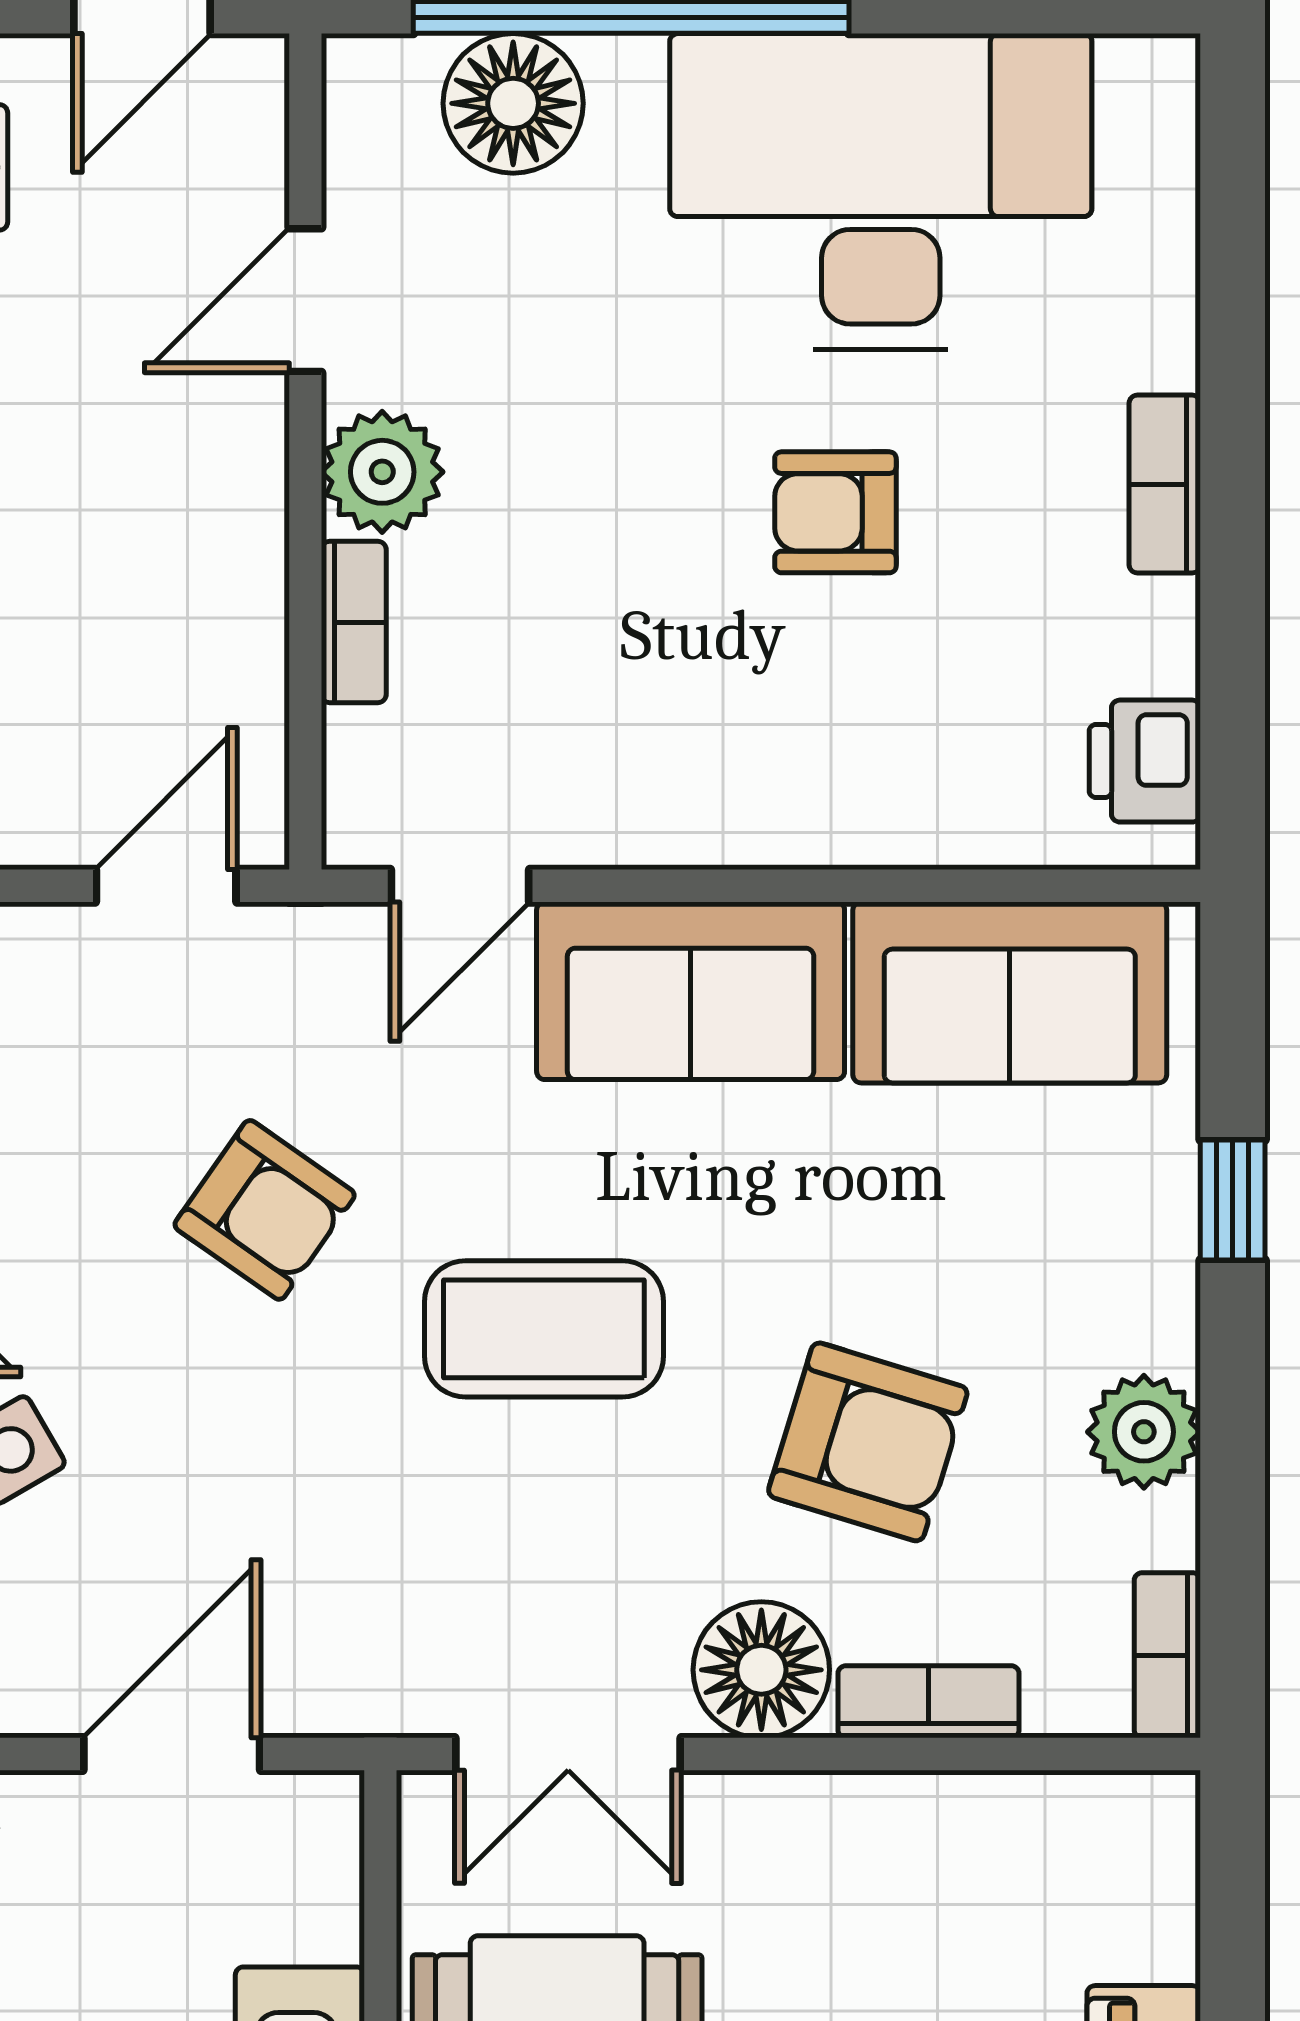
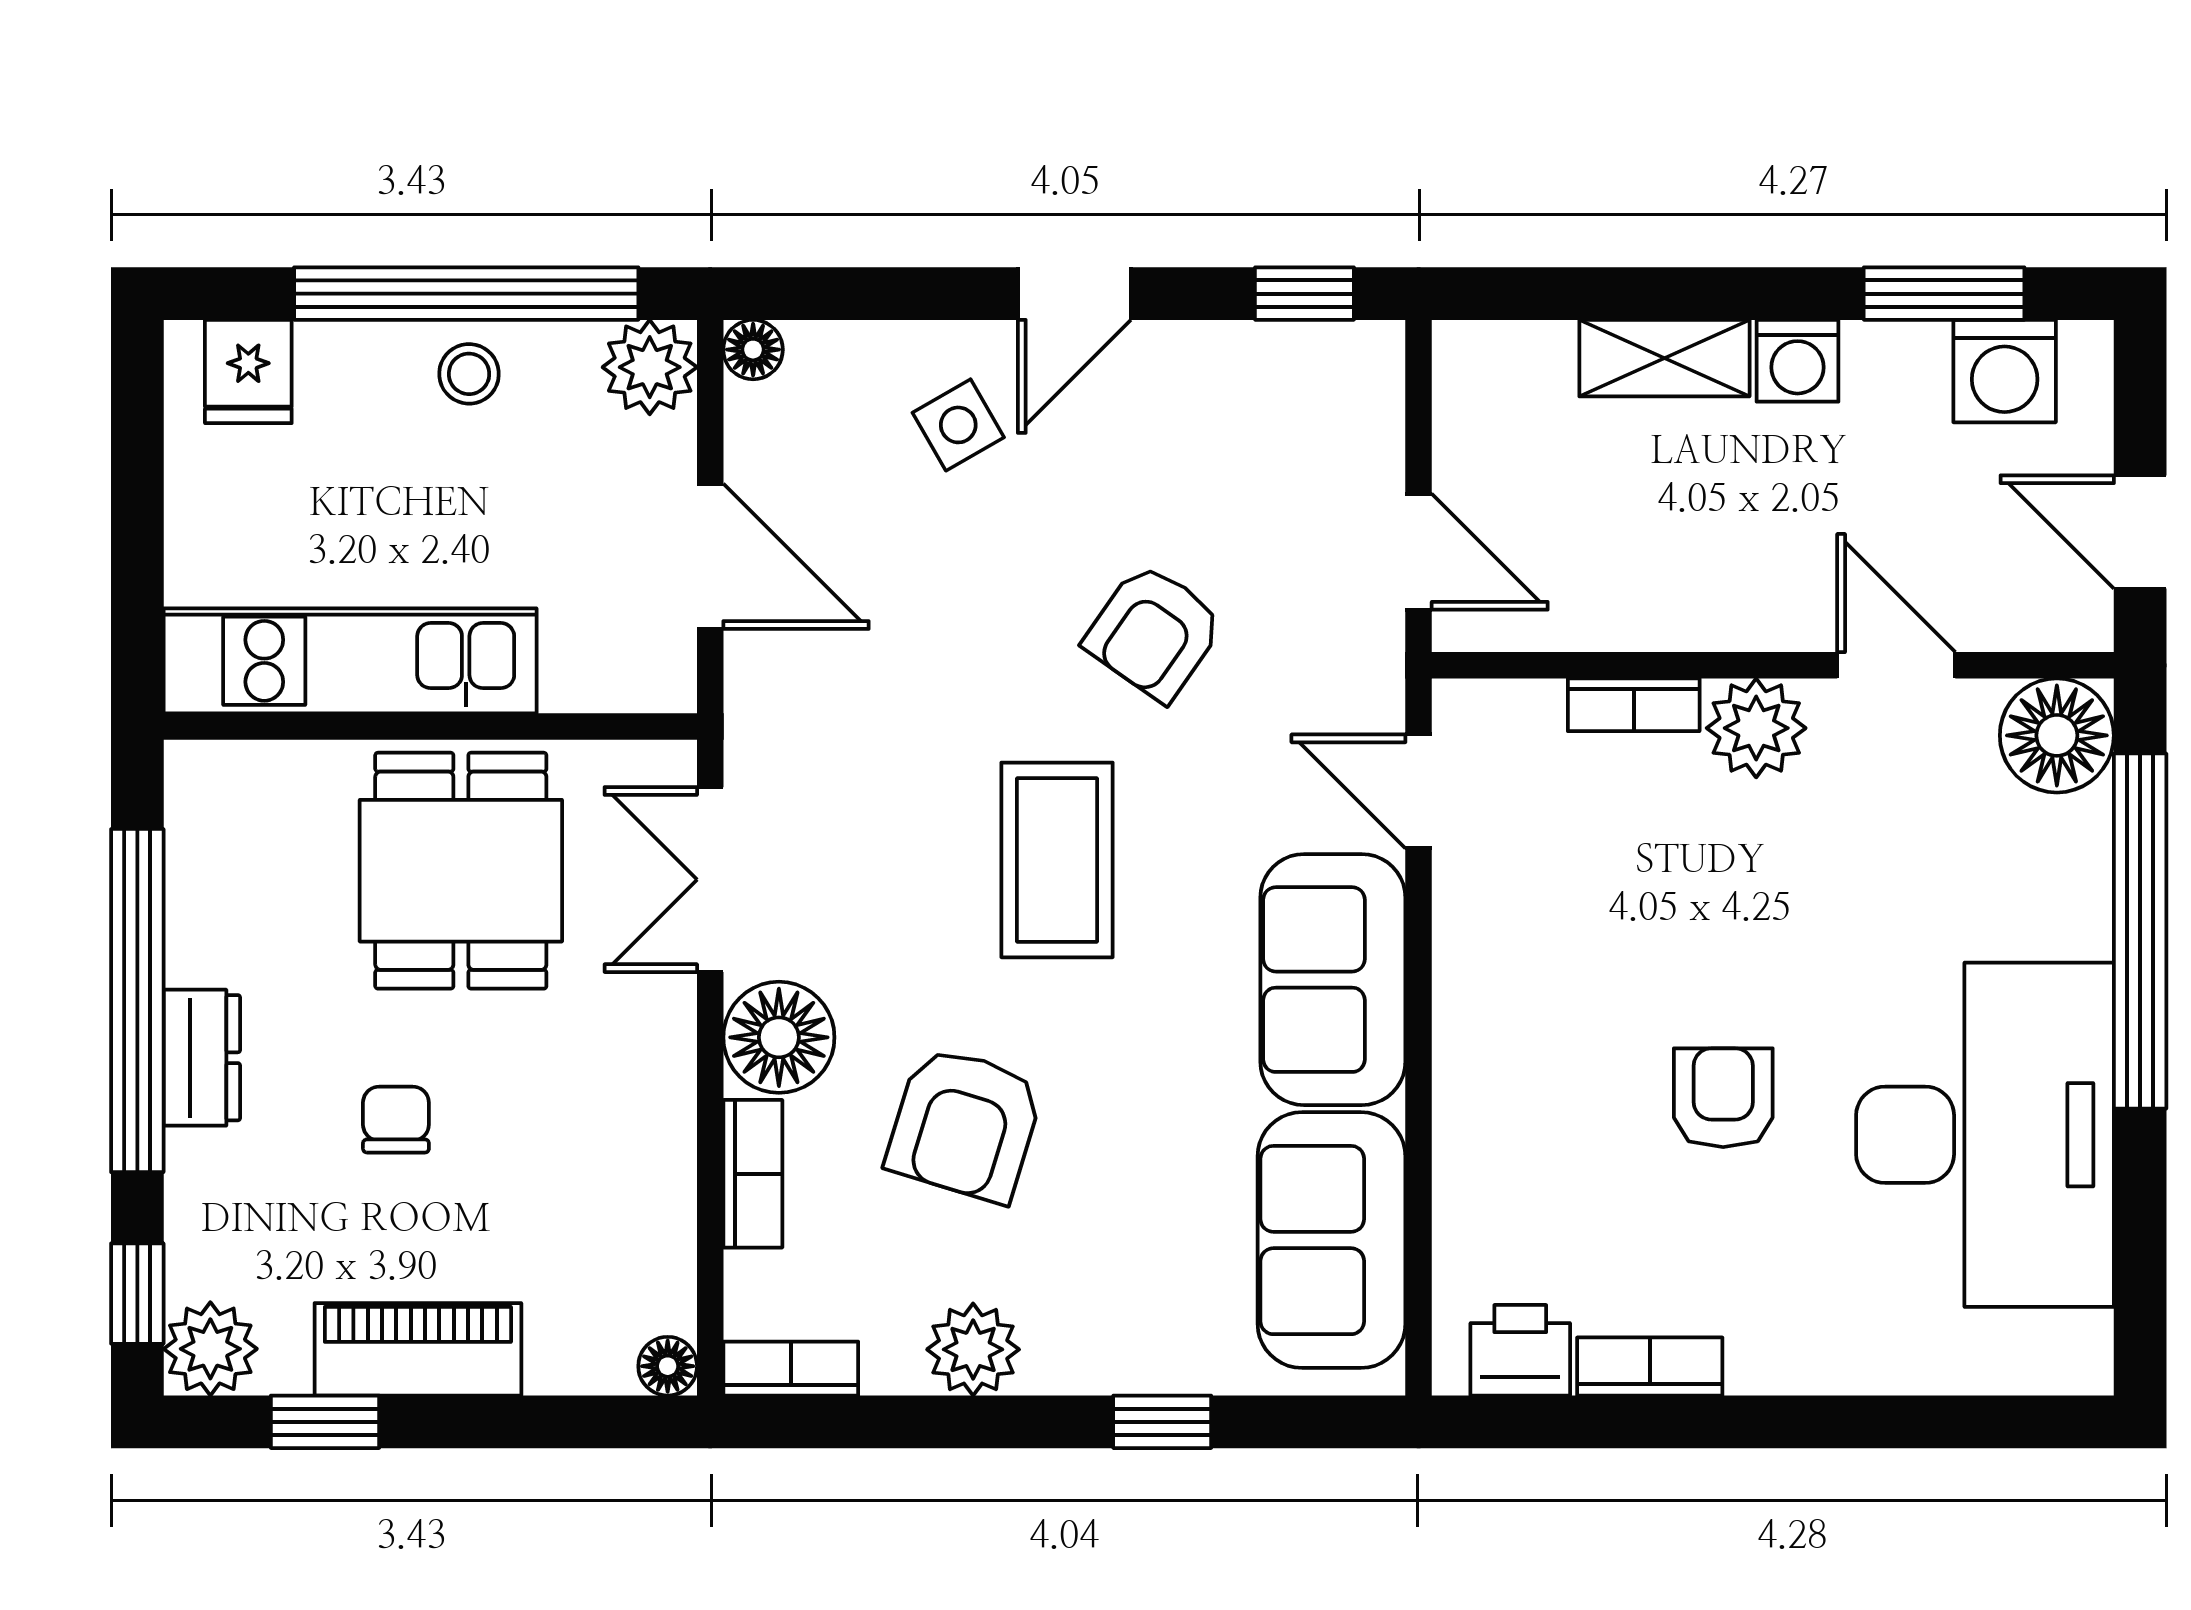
floor lamp: (513, 103) -> (2057, 735), moved
bookcase: (1165, 484) -> (1650, 1367), moved
floor lamp: (1164, 1806) -> (668, 1366), added

